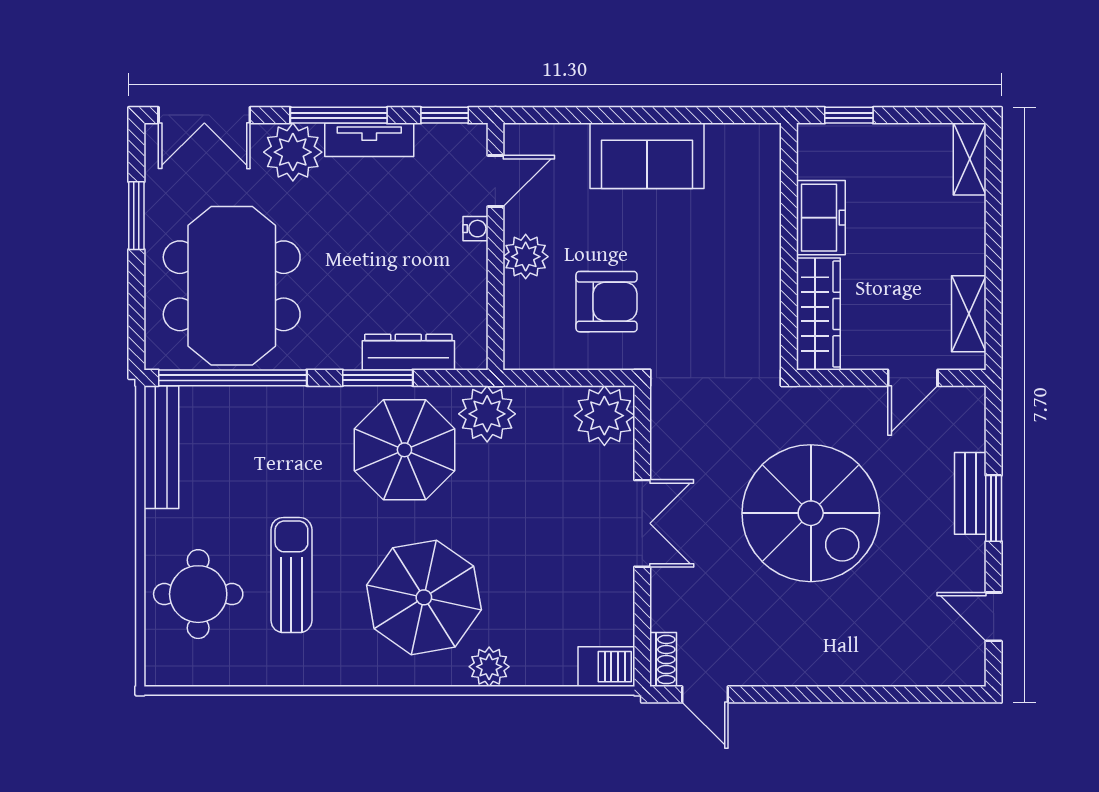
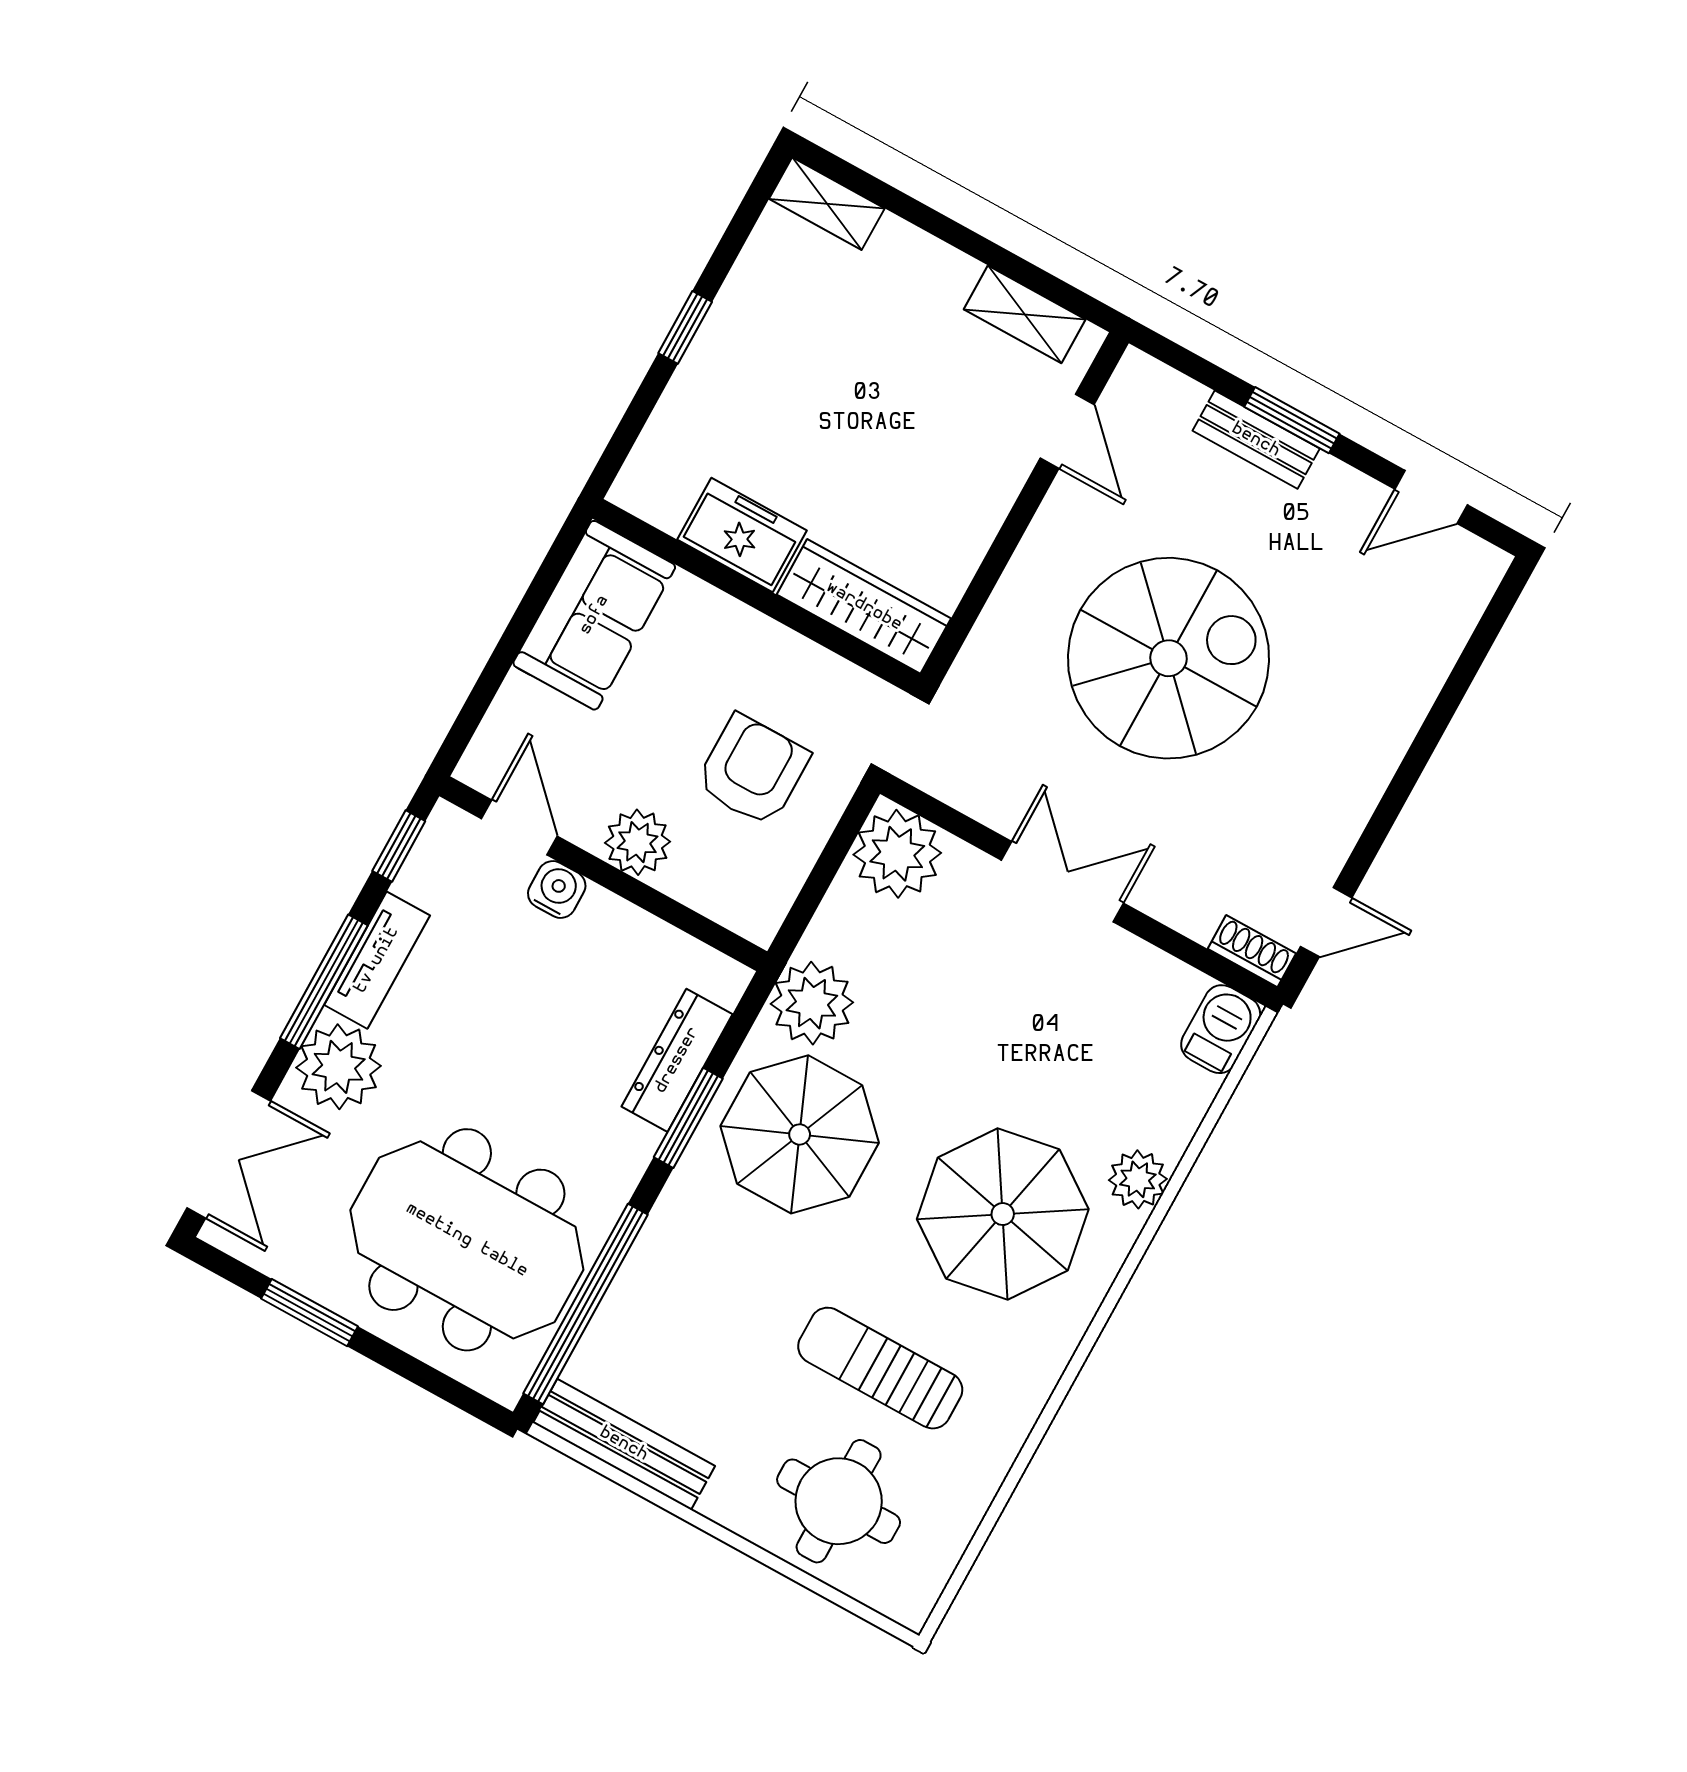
freezer: (821, 218) -> (742, 535), moved
water cooler: (475, 229) -> (557, 889), width x1.38, depth x1.38
wall: (789, 246) -> (756, 596), moved
wardrobe: (818, 314) -> (864, 606), moved

